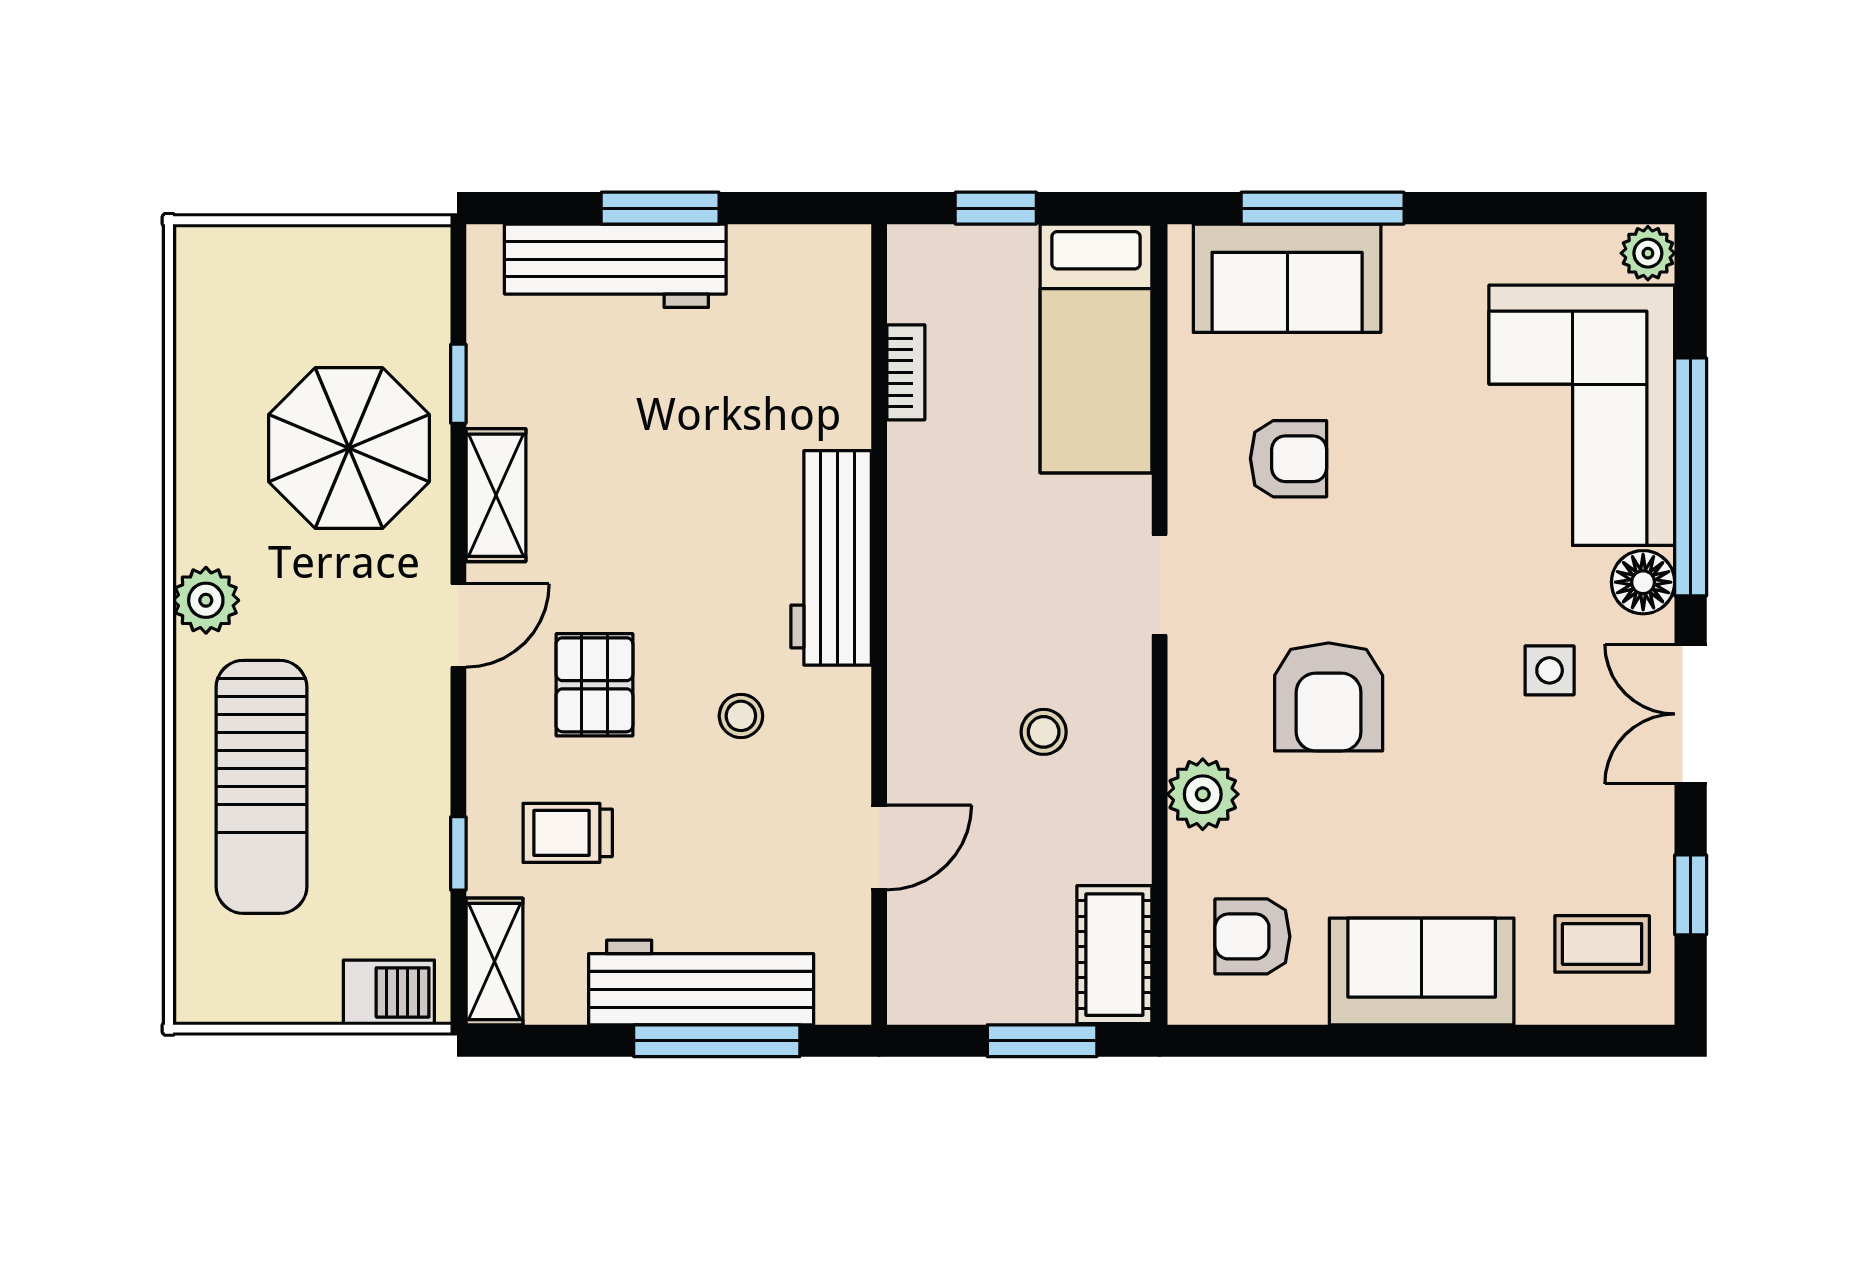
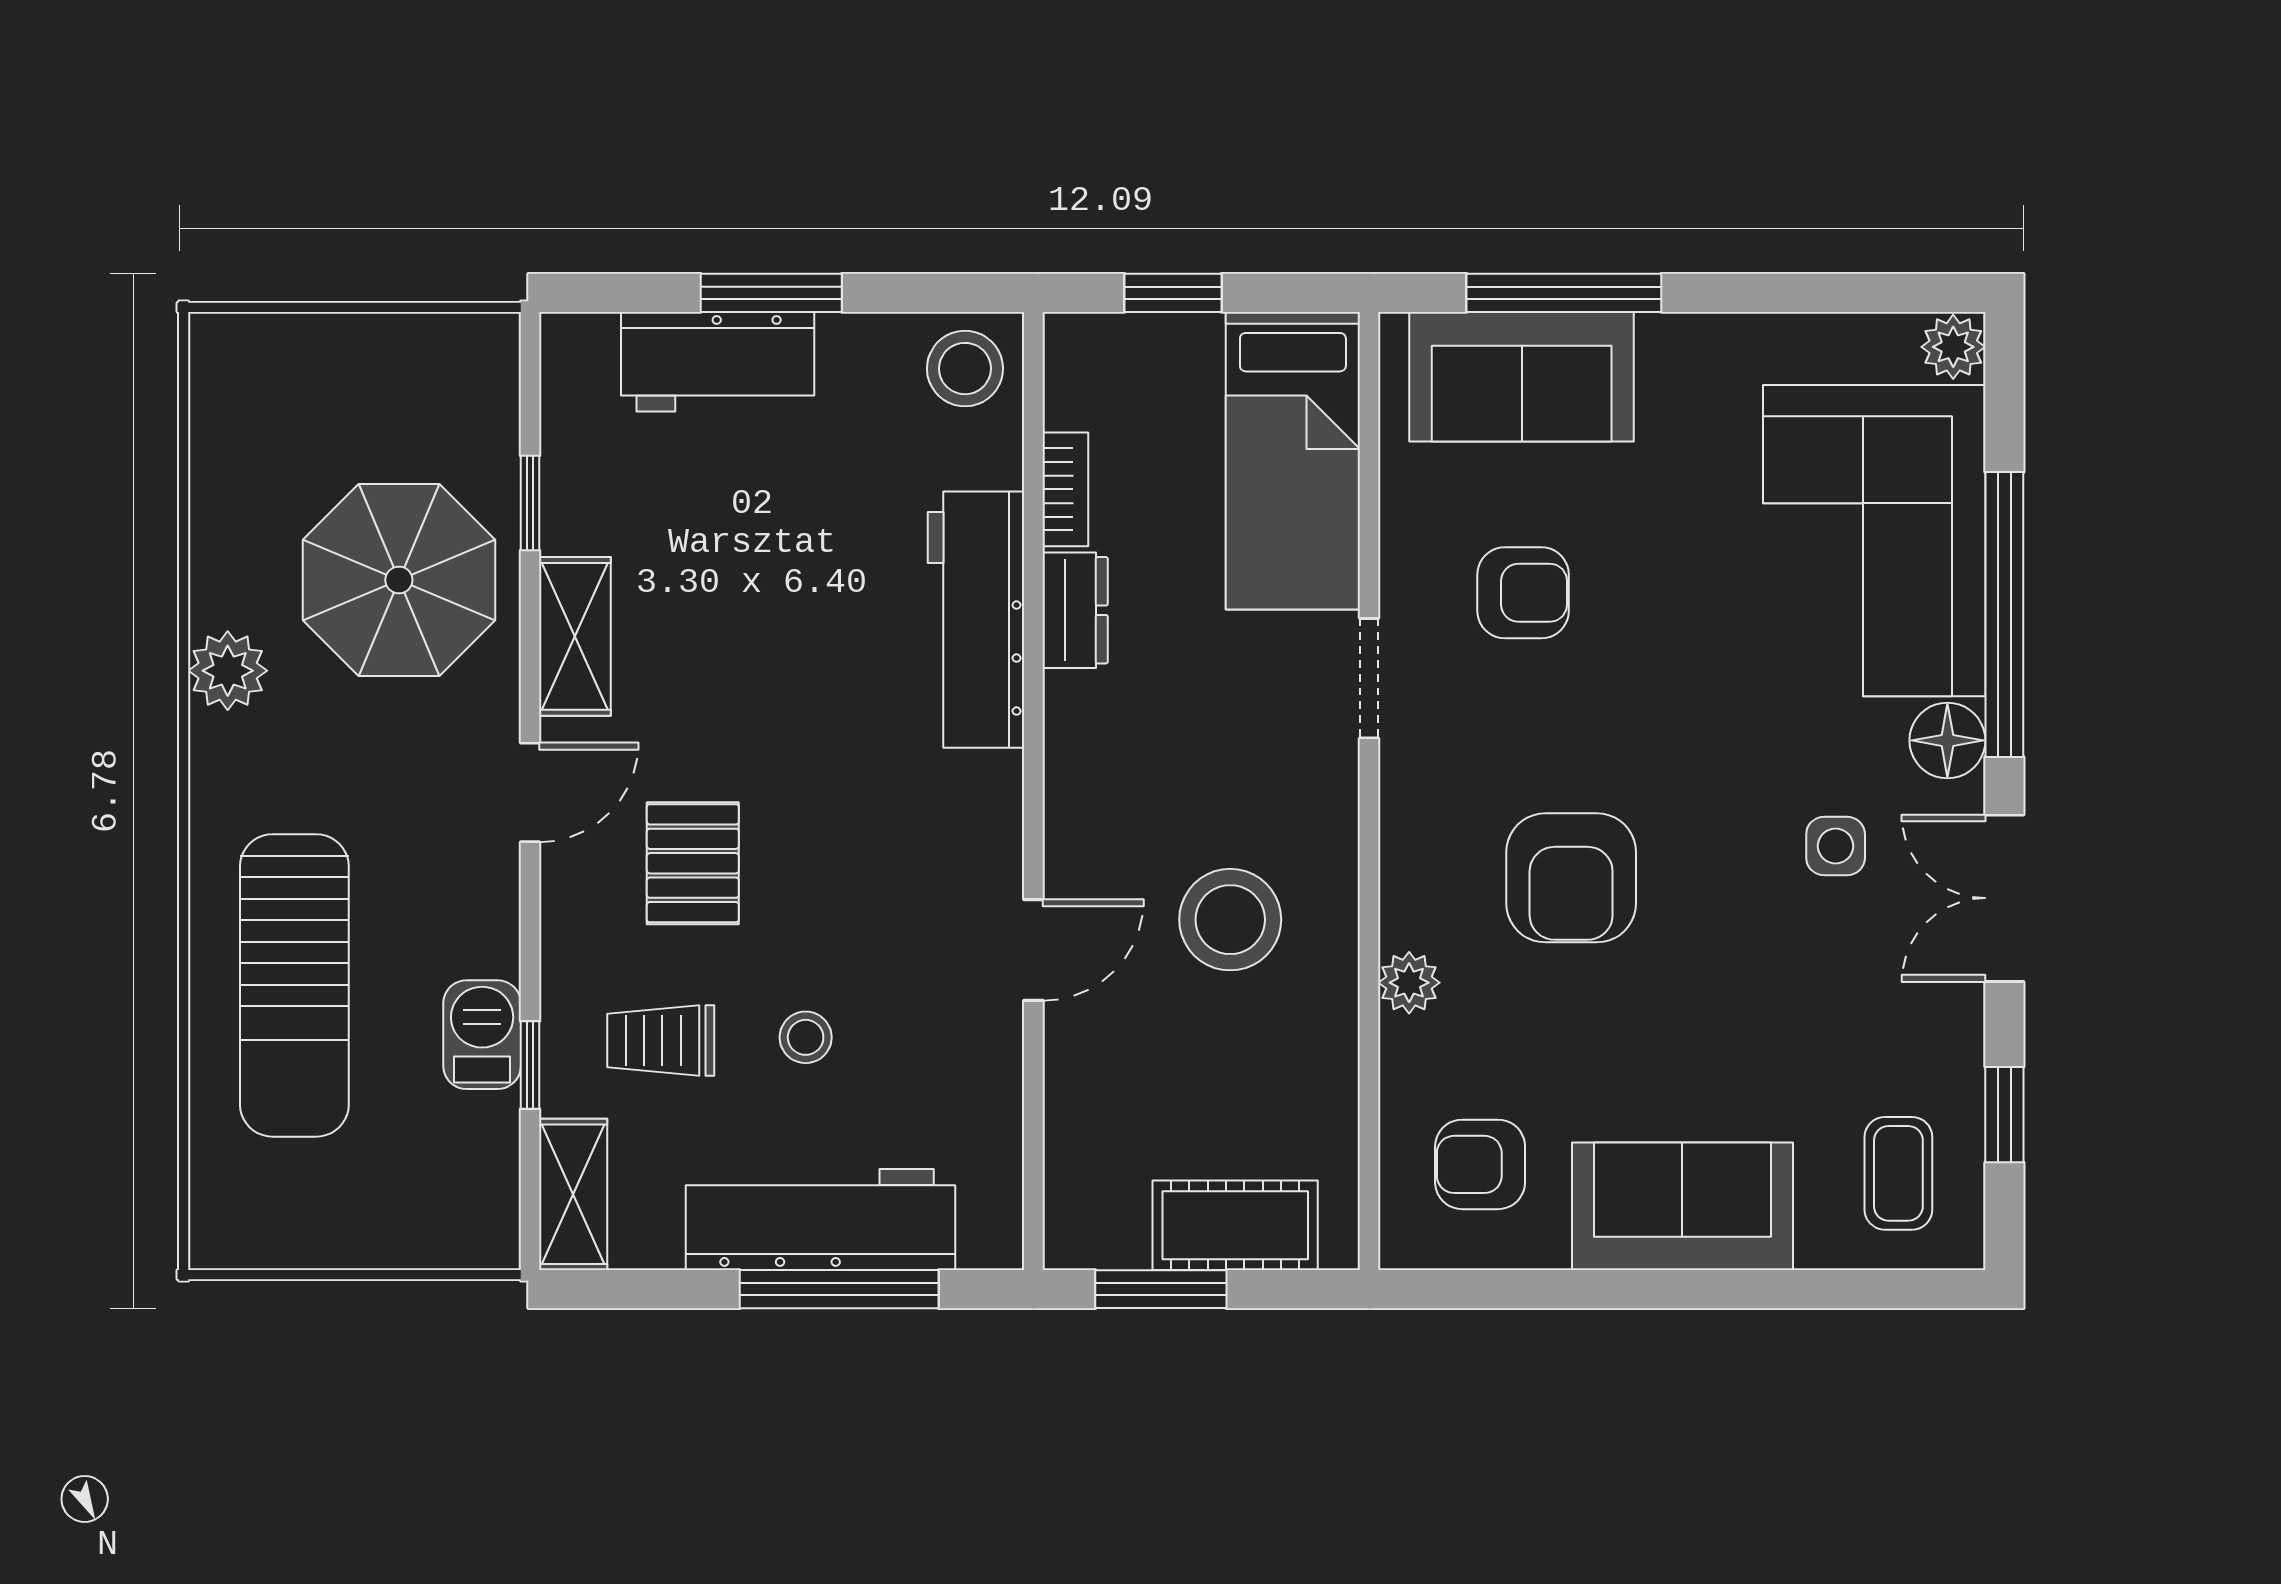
workbench: (615, 266) -> (718, 362), width x0.73
stool: (822, 271) -> (965, 369), added
dresser: (914, 473) -> (1075, 610), added
workbench: (831, 558) -> (976, 620), moved
doorway: (1160, 585) -> (1369, 678), moved
plant: (206, 600) -> (228, 671), moved
stool: (741, 716) -> (806, 1037), moved
stool: (1044, 732) -> (1230, 920), width x1.89, depth x1.89
plant: (1203, 794) -> (1409, 983), width x0.73, depth x0.73
door: (879, 848) -> (1033, 950), moved
coffee table: (1602, 944) -> (1898, 1173), turned 90
cot: (1114, 955) -> (1235, 1225), moved, turned 90
barbecue: (389, 992) -> (482, 1035), moved, turned -90
window: (1042, 1041) -> (1161, 1289), moved

